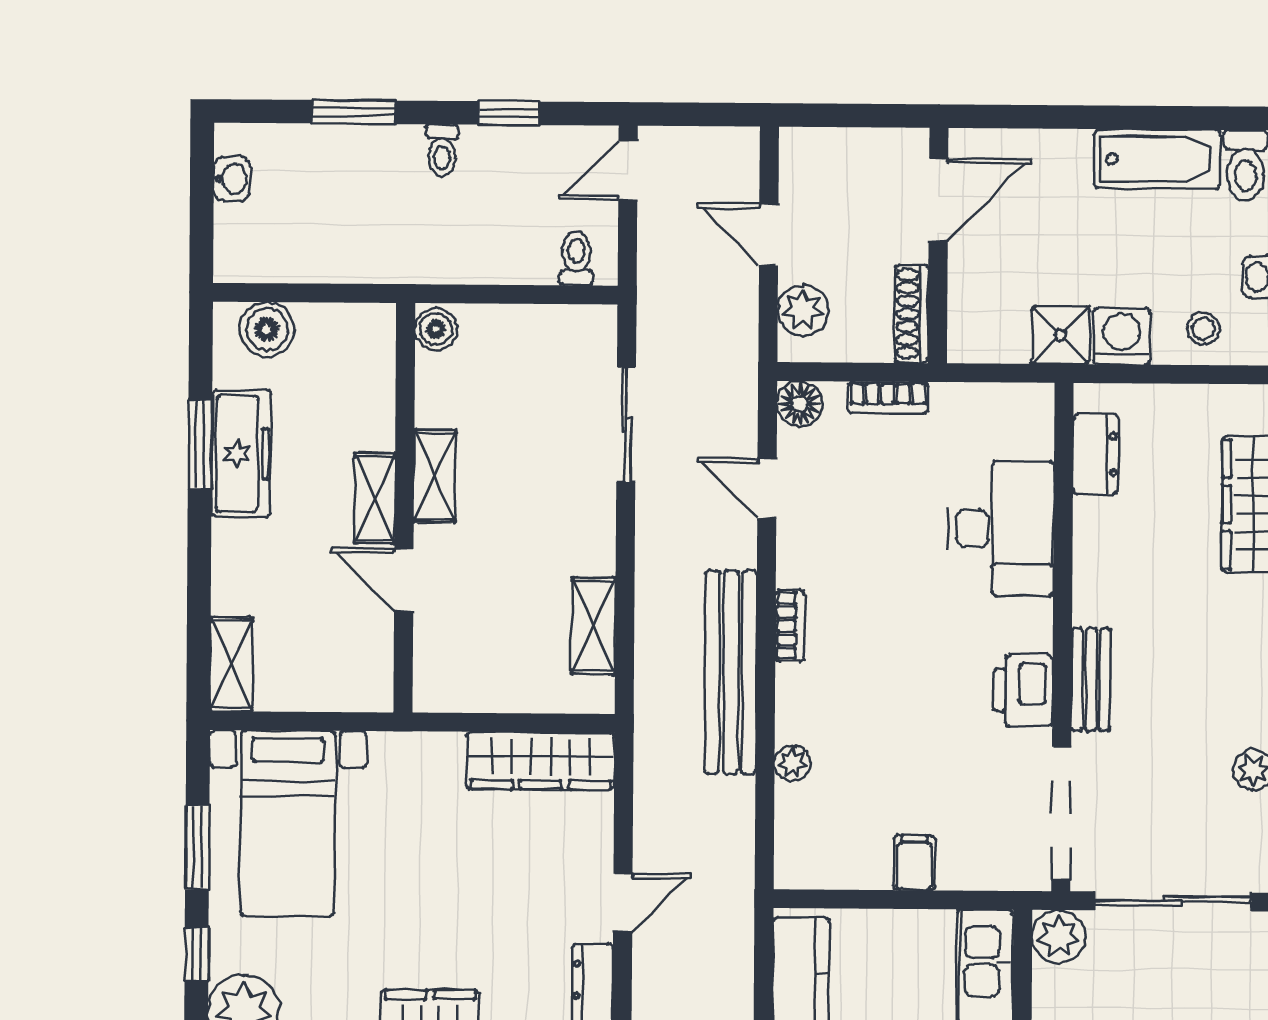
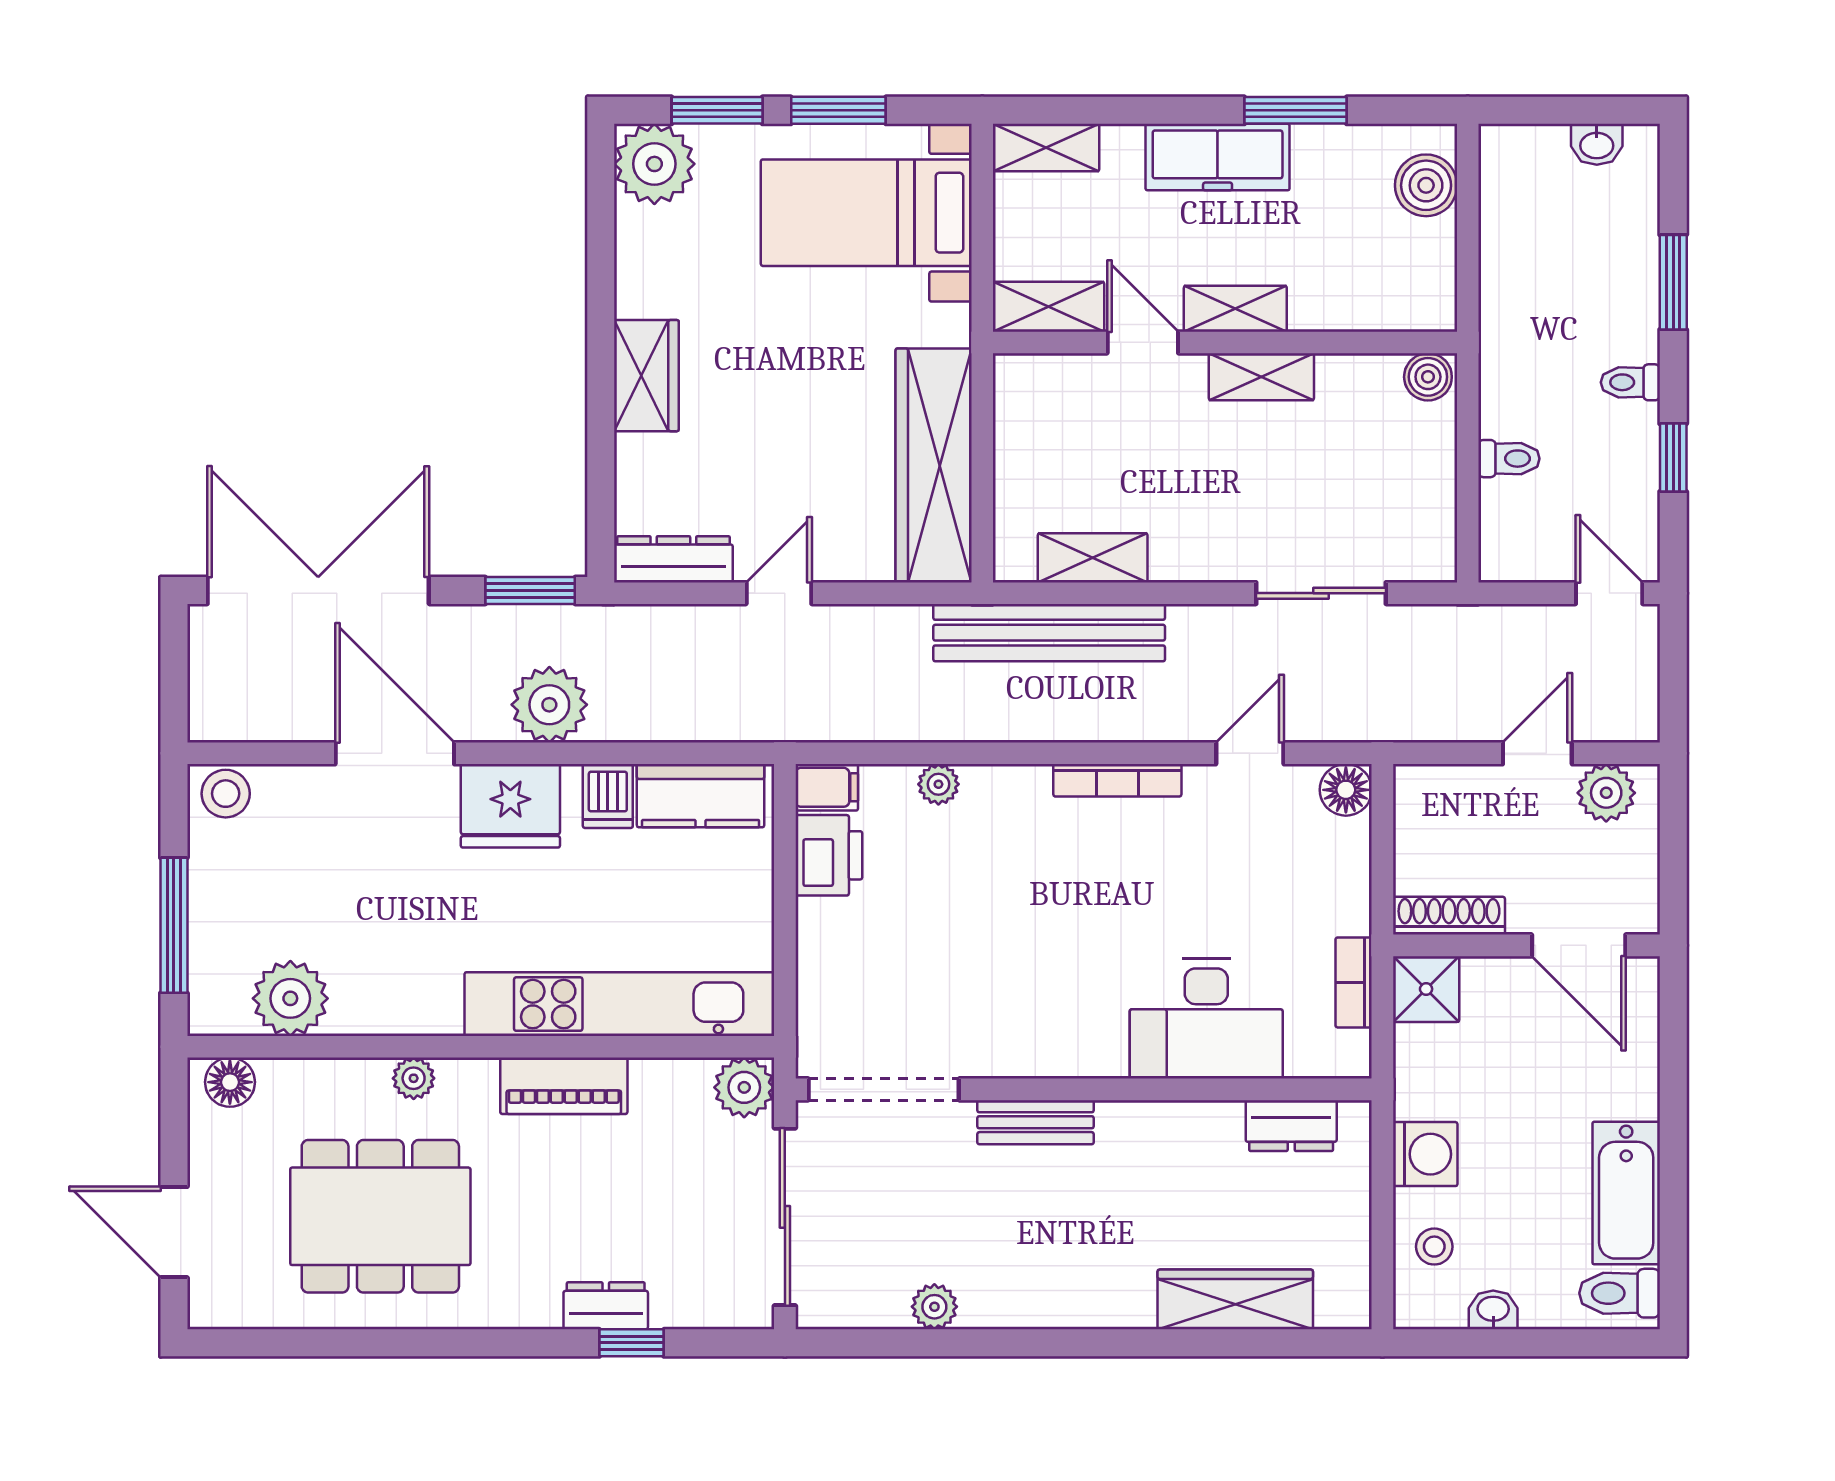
toilet: (576, 258) -> (1509, 459), moved
plant: (803, 310) -> (1606, 793), moved
shower: (1060, 335) -> (1426, 989), moved
bookcase: (888, 398) -> (1354, 982), moved
freezer: (241, 454) -> (1218, 157), moved
door: (404, 580) -> (1143, 342), hinge flipped
bookcase: (790, 626) -> (1117, 780), width x1.56
shelving: (372, 663) -> (1048, 307), added
bench: (731, 672) -> (1049, 633), moved
printer: (1023, 690) -> (829, 855), moved, turned 90
wardrobe: (541, 761) -> (934, 465), width x1.40, depth x1.17
filing cabinet: (914, 863) -> (827, 787), moved
door: (623, 903) -> (779, 593), swing flipped
window: (196, 954) -> (717, 110), width x1.50

